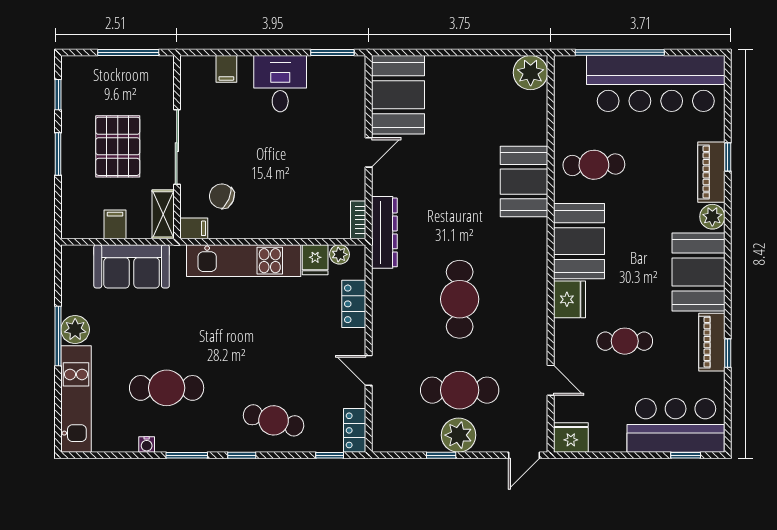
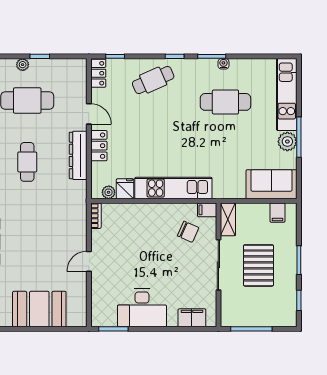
filing cabinet: (226, 69) -> (192, 318), width x2.00
desk: (280, 84) -> (142, 308), width x1.37
booth: (398, 95) -> (39, 309), moved, turned 90
filing cabinet: (115, 224) -> (277, 213), moved
dresser: (384, 232) -> (78, 155), moved
sofa: (132, 266) -> (272, 184), moved
cafe table: (460, 299) -> (27, 162), width x0.73, depth x0.74
locker: (354, 304) -> (99, 146), moved
cafe table: (274, 420) -> (153, 80), turned -39
plant: (458, 435) -> (23, 65), width x0.53, depth x0.53
water cooler: (147, 444) -> (223, 64), moved

